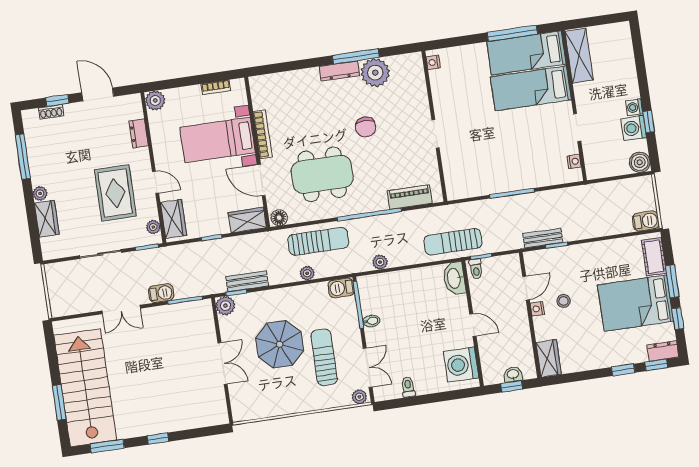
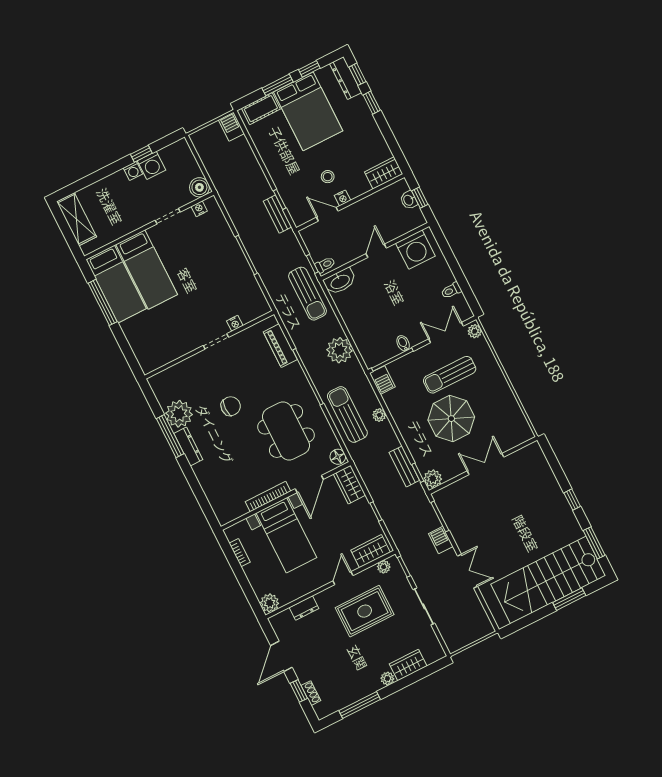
shelving: (579, 56) -> (77, 219), moved, turned 90
nightstand: (433, 62) -> (235, 323), moved
boiler: (640, 162) -> (199, 187), moved
plant: (380, 262) -> (339, 350), width x1.87, depth x1.87
dresser: (663, 351) -> (346, 78), width x1.44

